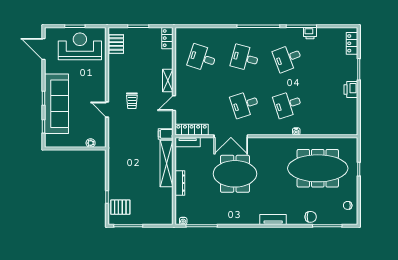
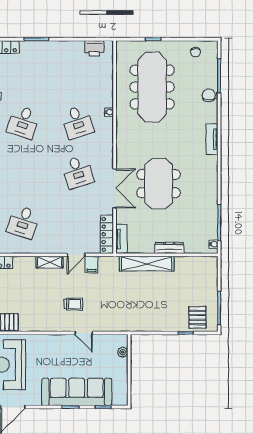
desk: (245, 58) -> (23, 172), removed
desk: (288, 58) -> (23, 122), turned 39
printer: (351, 90) -> (94, 48), moved
door: (174, 103) -> (76, 255), hinge flipped
door: (107, 110) -> (84, 333), hinge flipped
filing cabinet: (166, 134) -> (92, 265), moved

